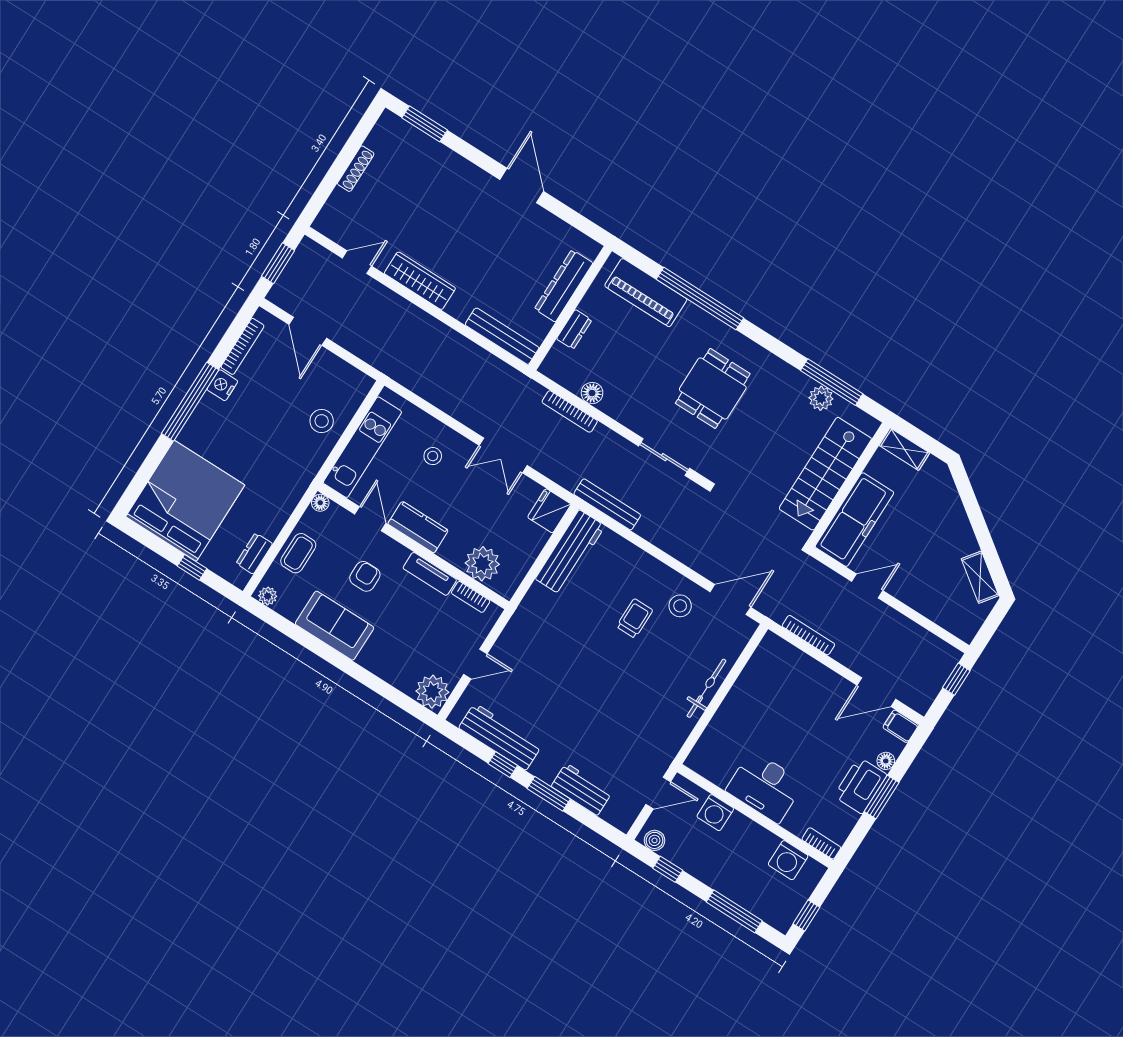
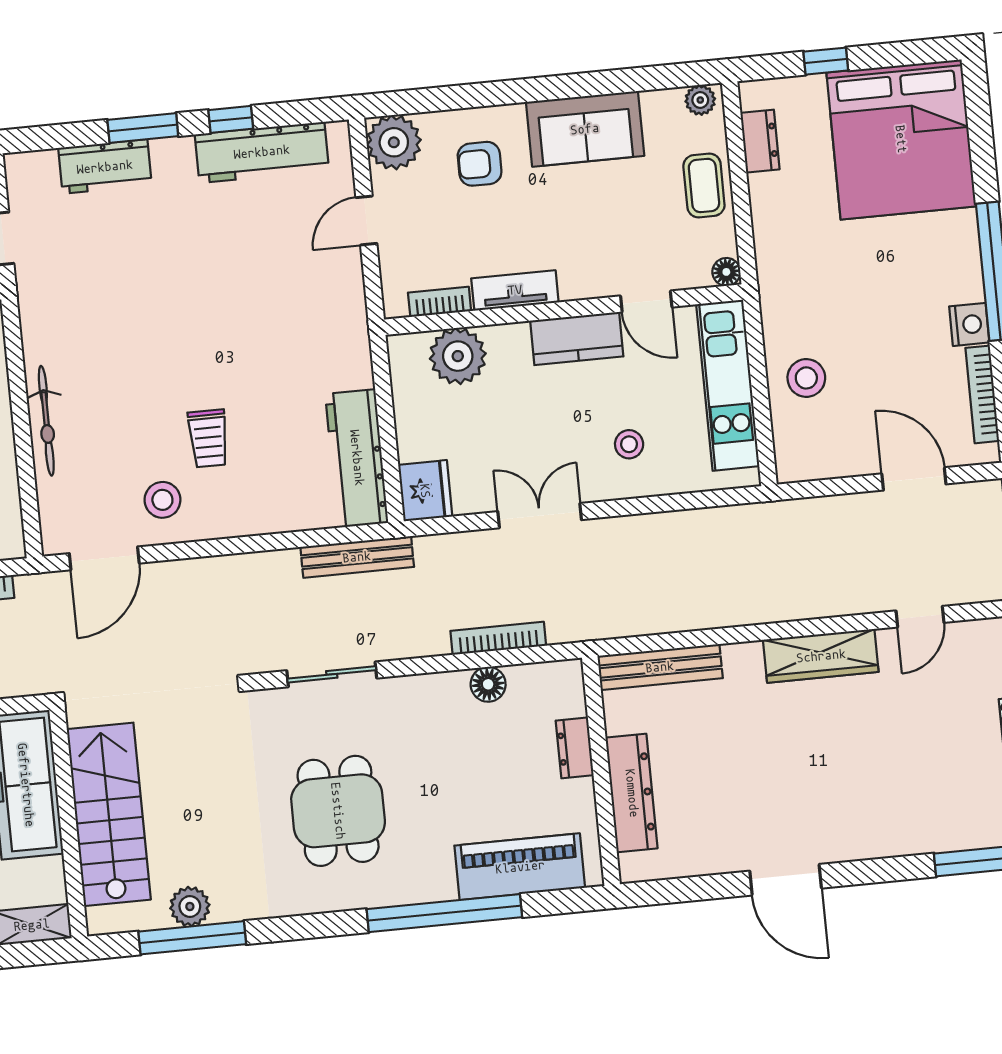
armchair: (365, 576) -> (480, 164), moved, turned 90

